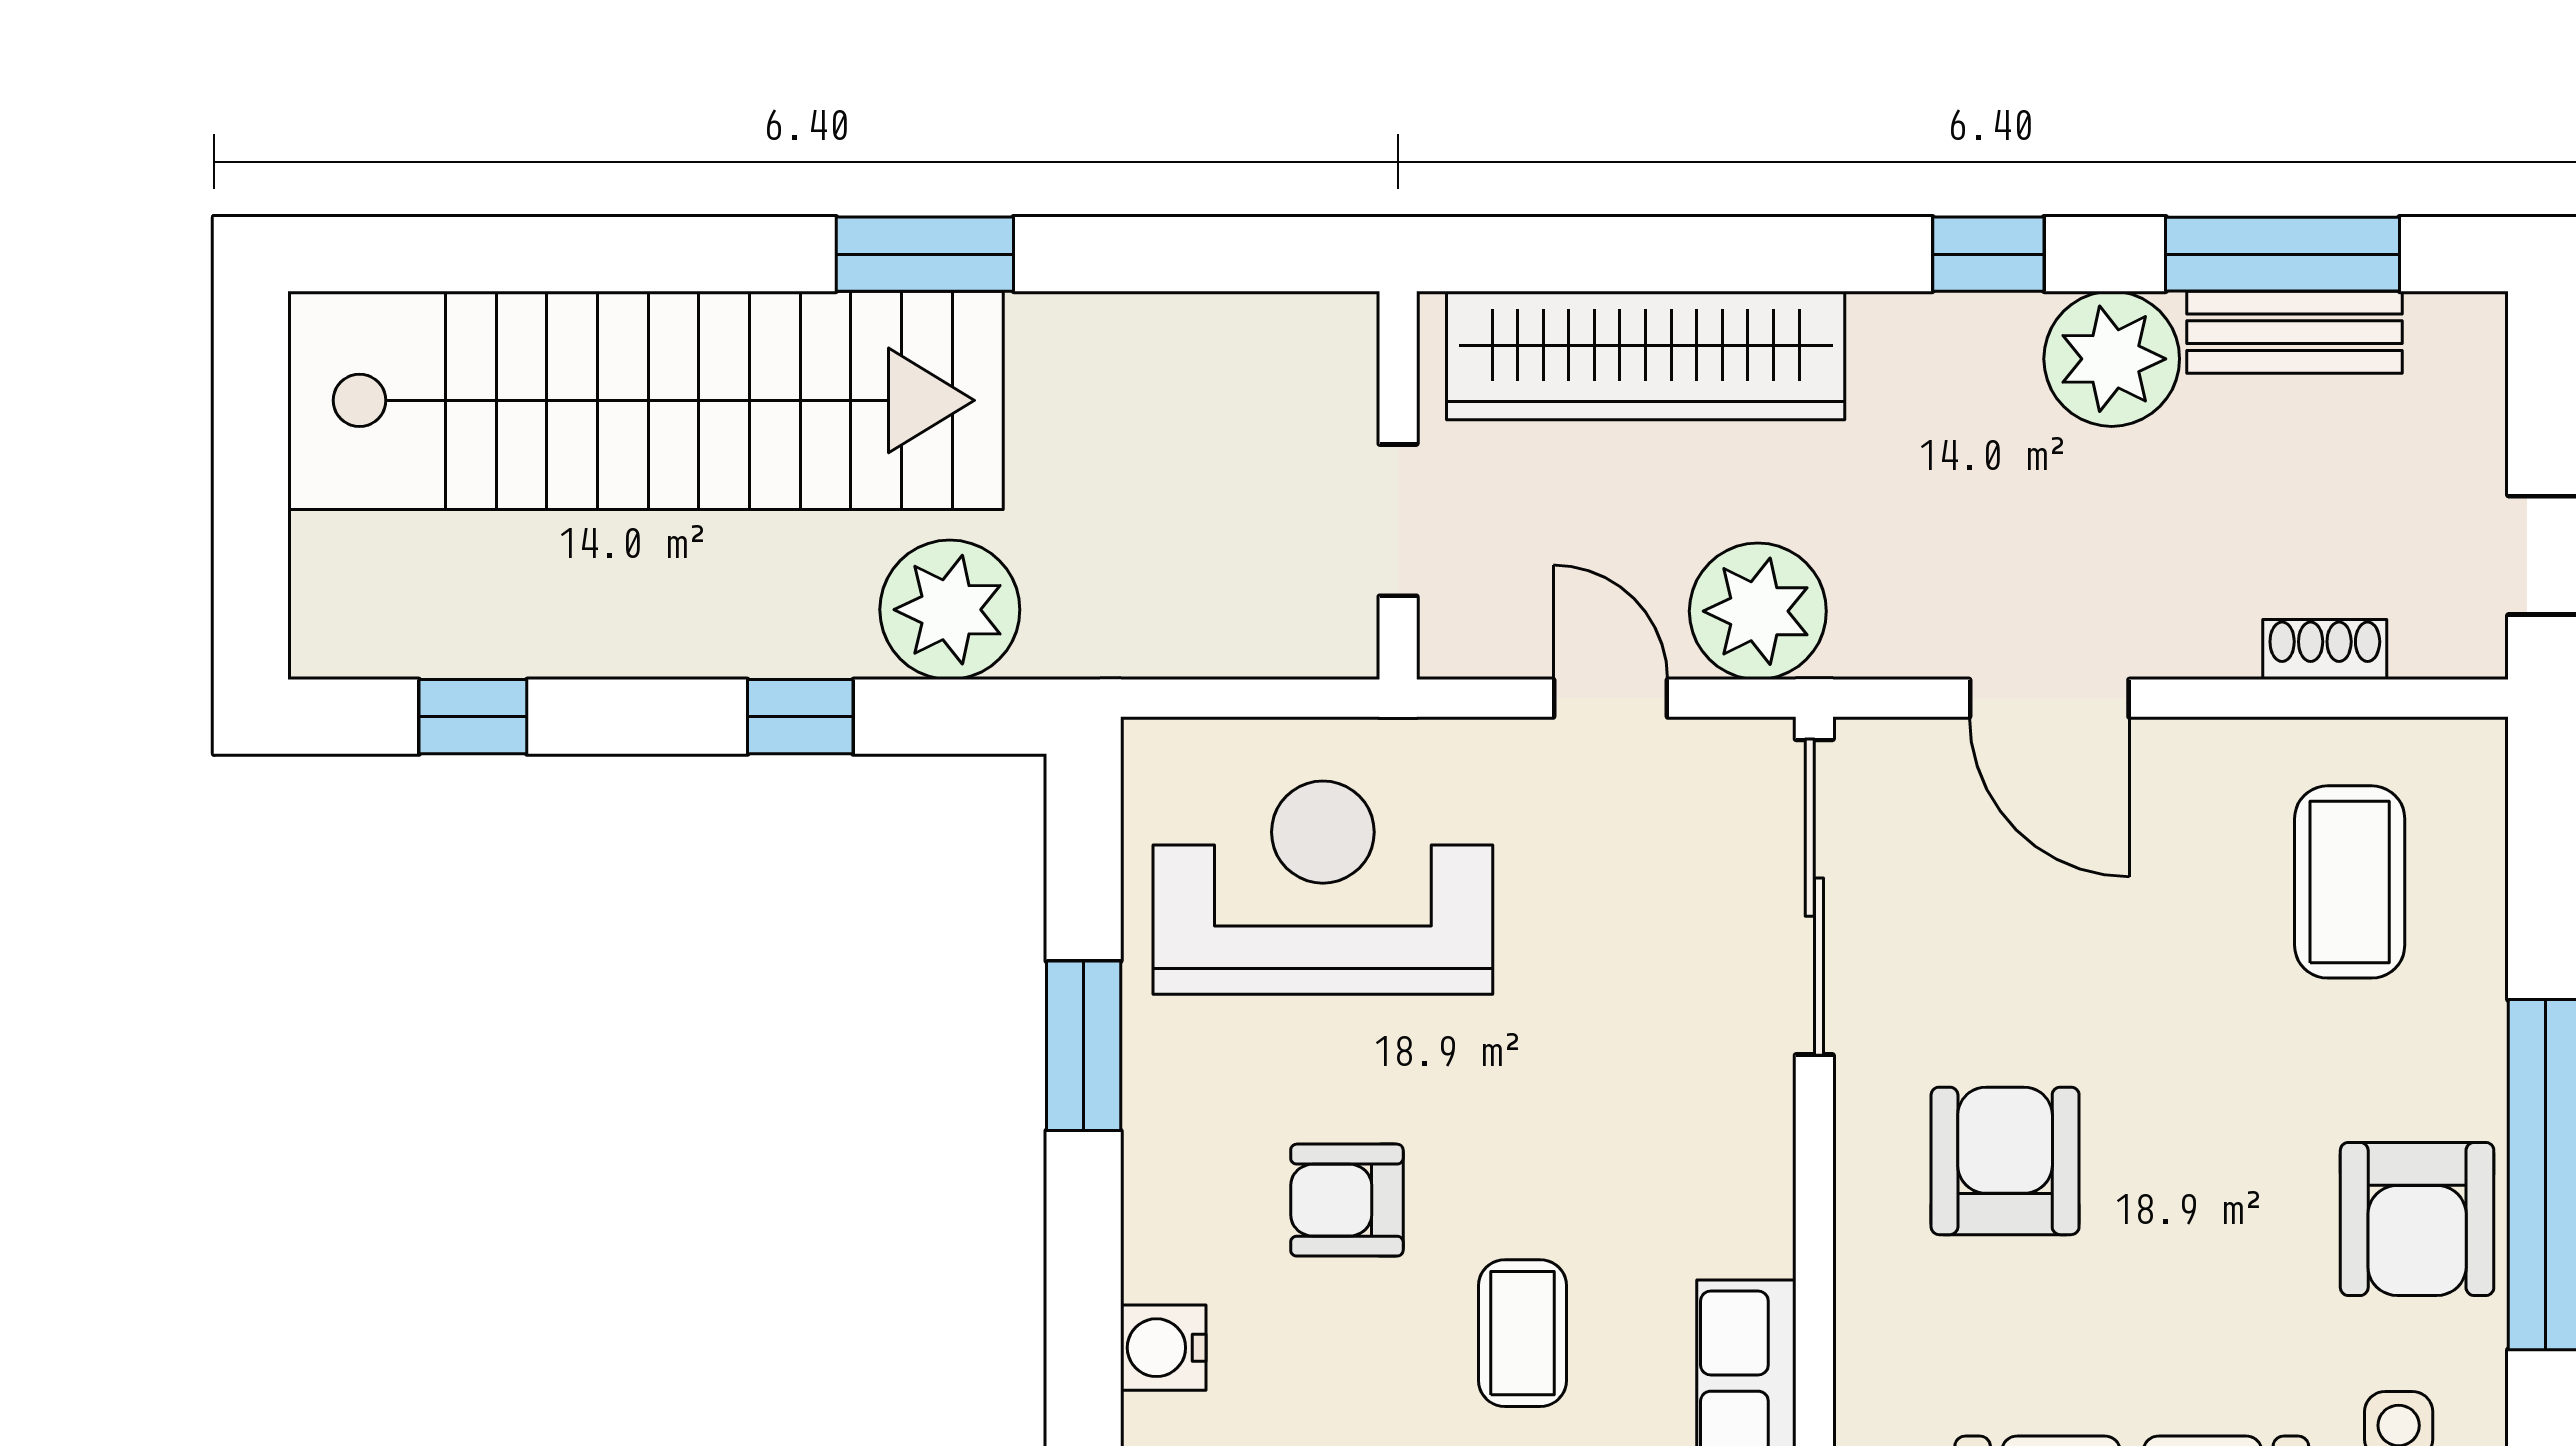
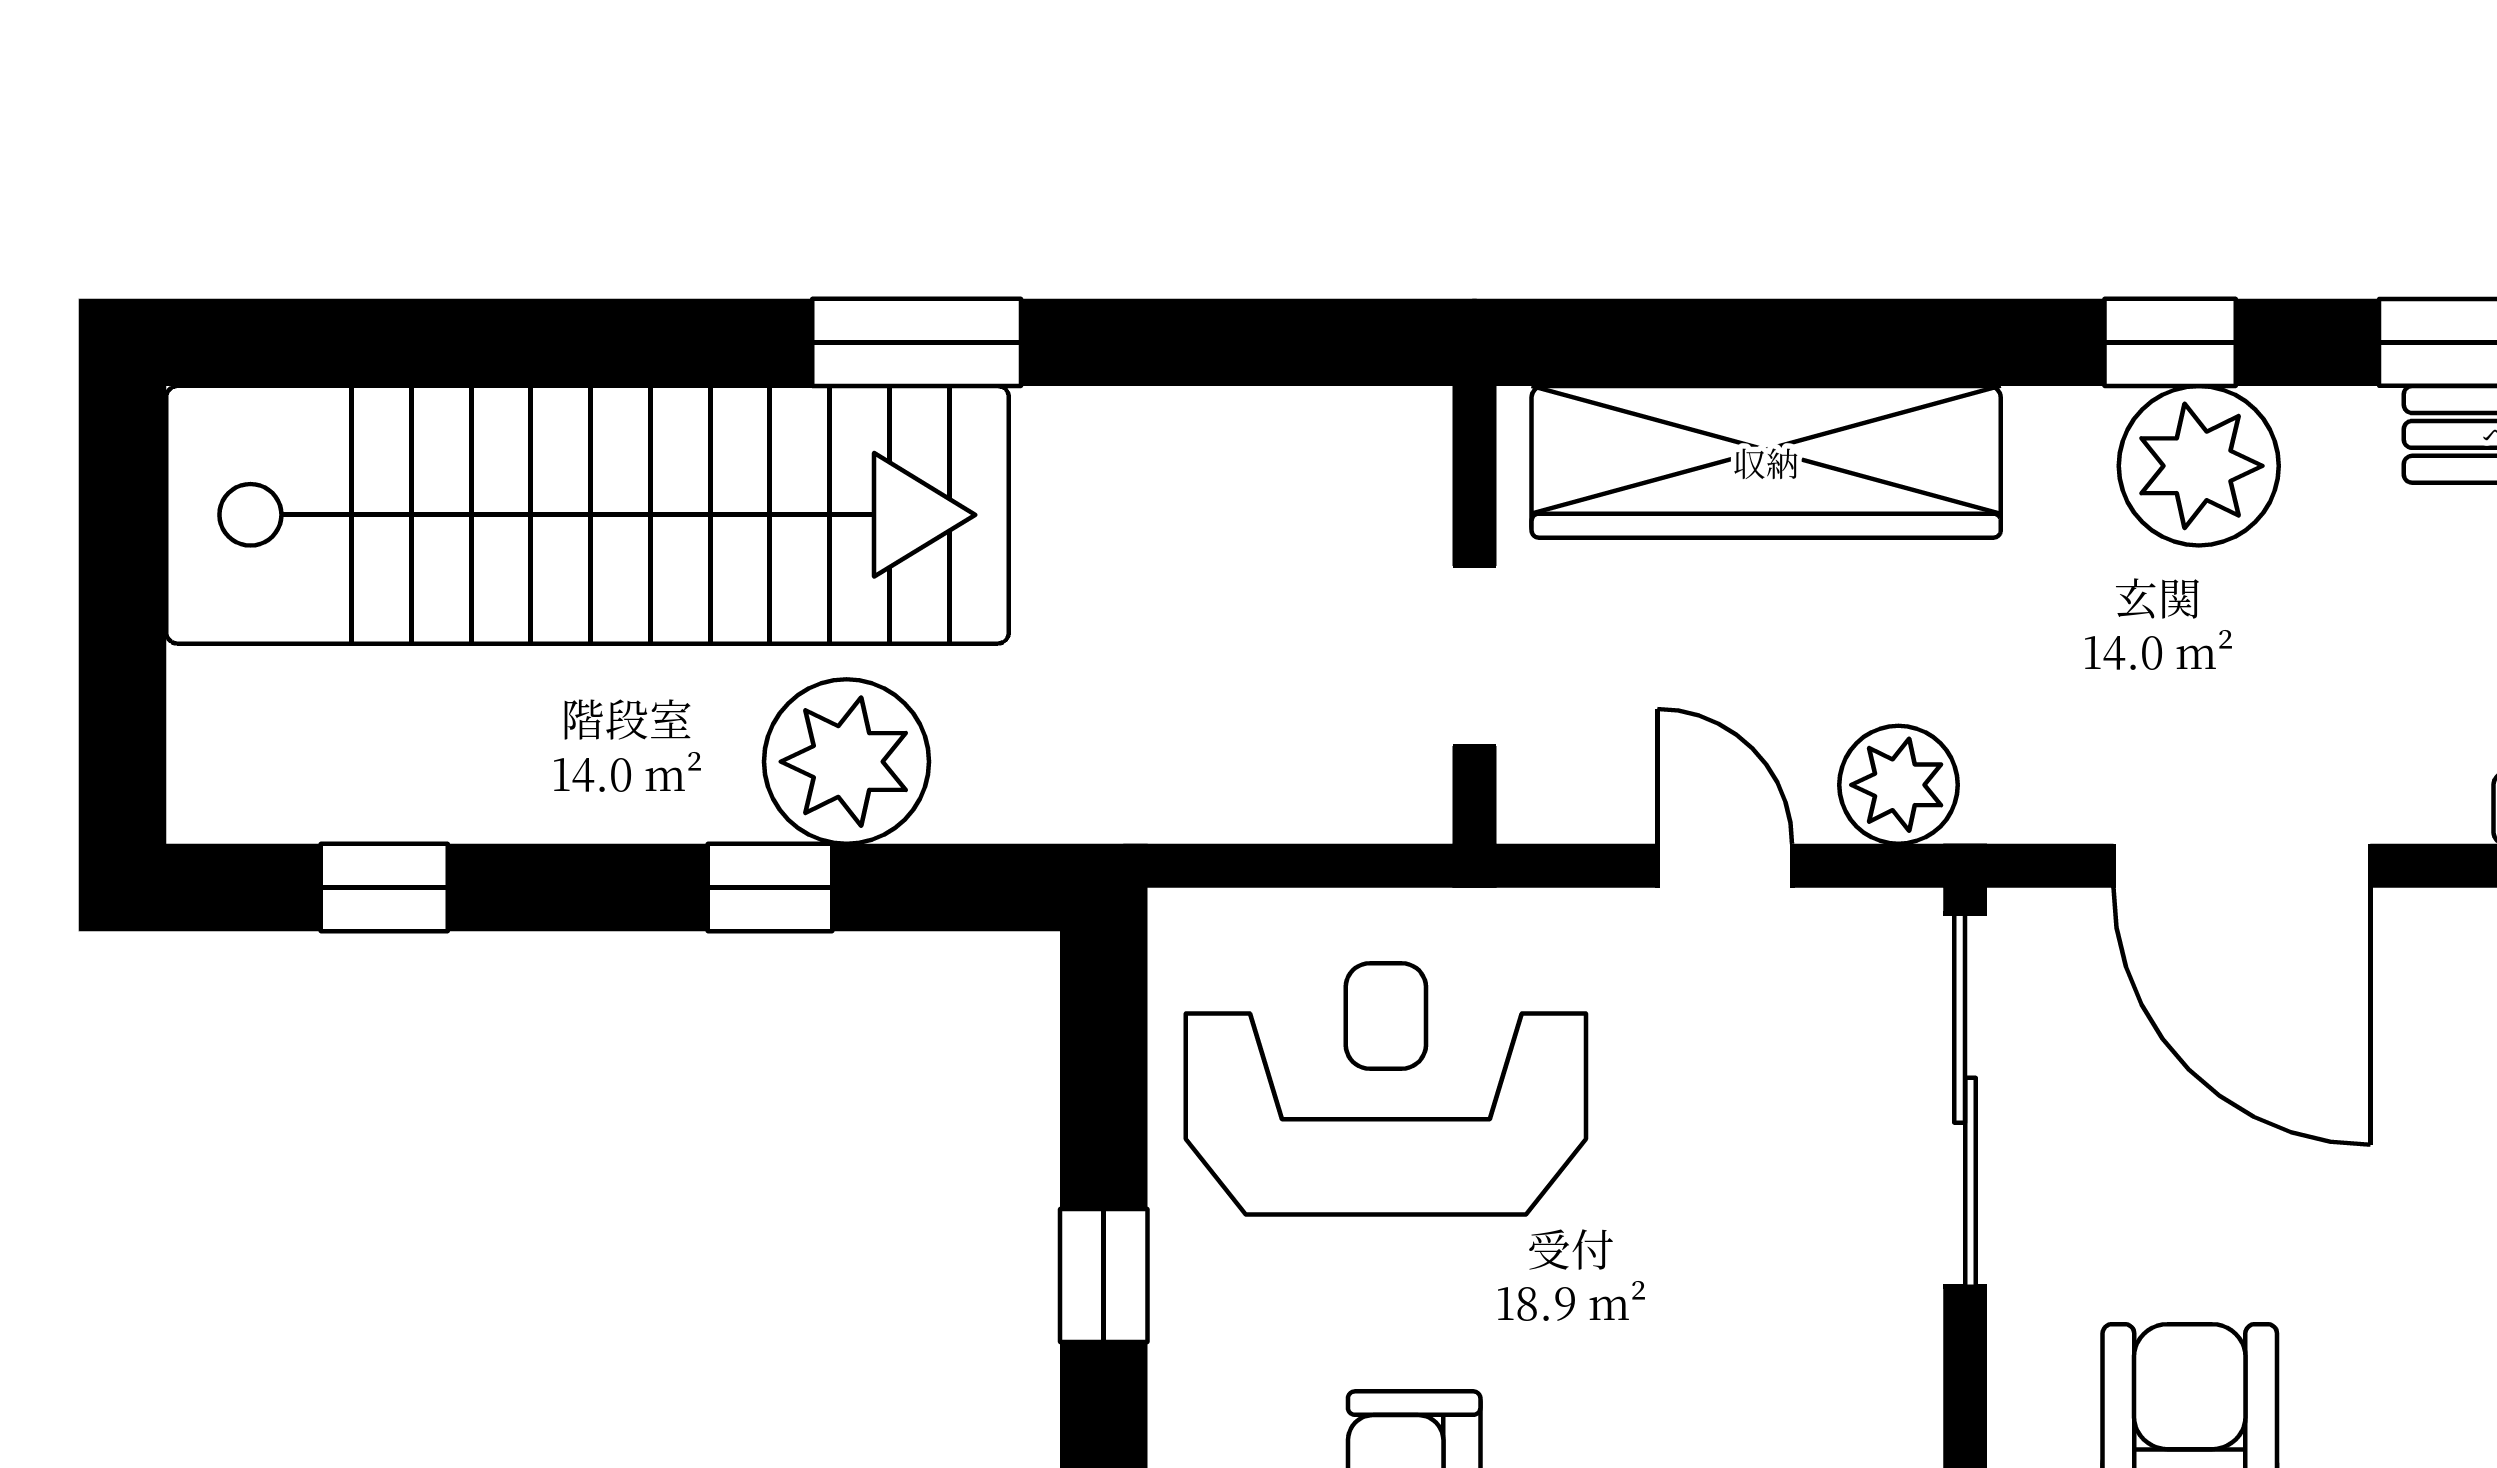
plant: (2112, 359) -> (2199, 466), moved
plant: (950, 610) -> (847, 762), moved
plant: (1758, 611) -> (1898, 785), width x0.73, depth x0.73
door: (2049, 698) -> (2242, 866), width x1.36
window: (1084, 1046) -> (1104, 1275), width x0.67

